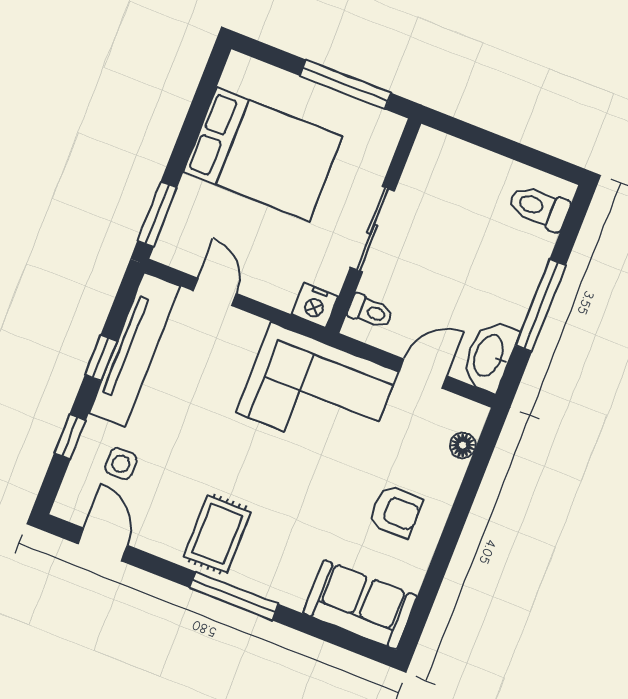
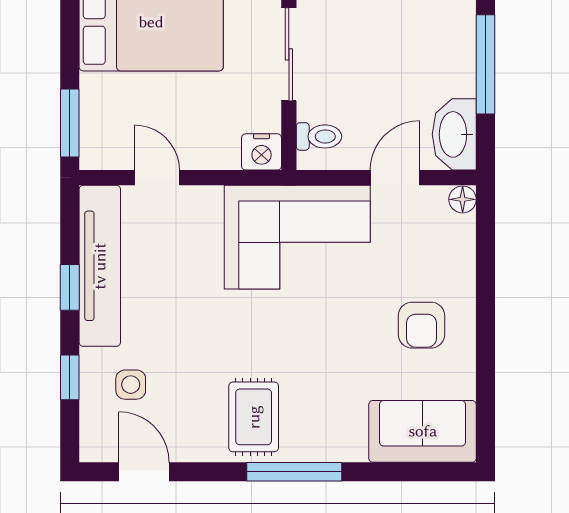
floor lamp: (463, 445) -> (463, 199), moved
armchair: (395, 511) -> (422, 325), turned 90

